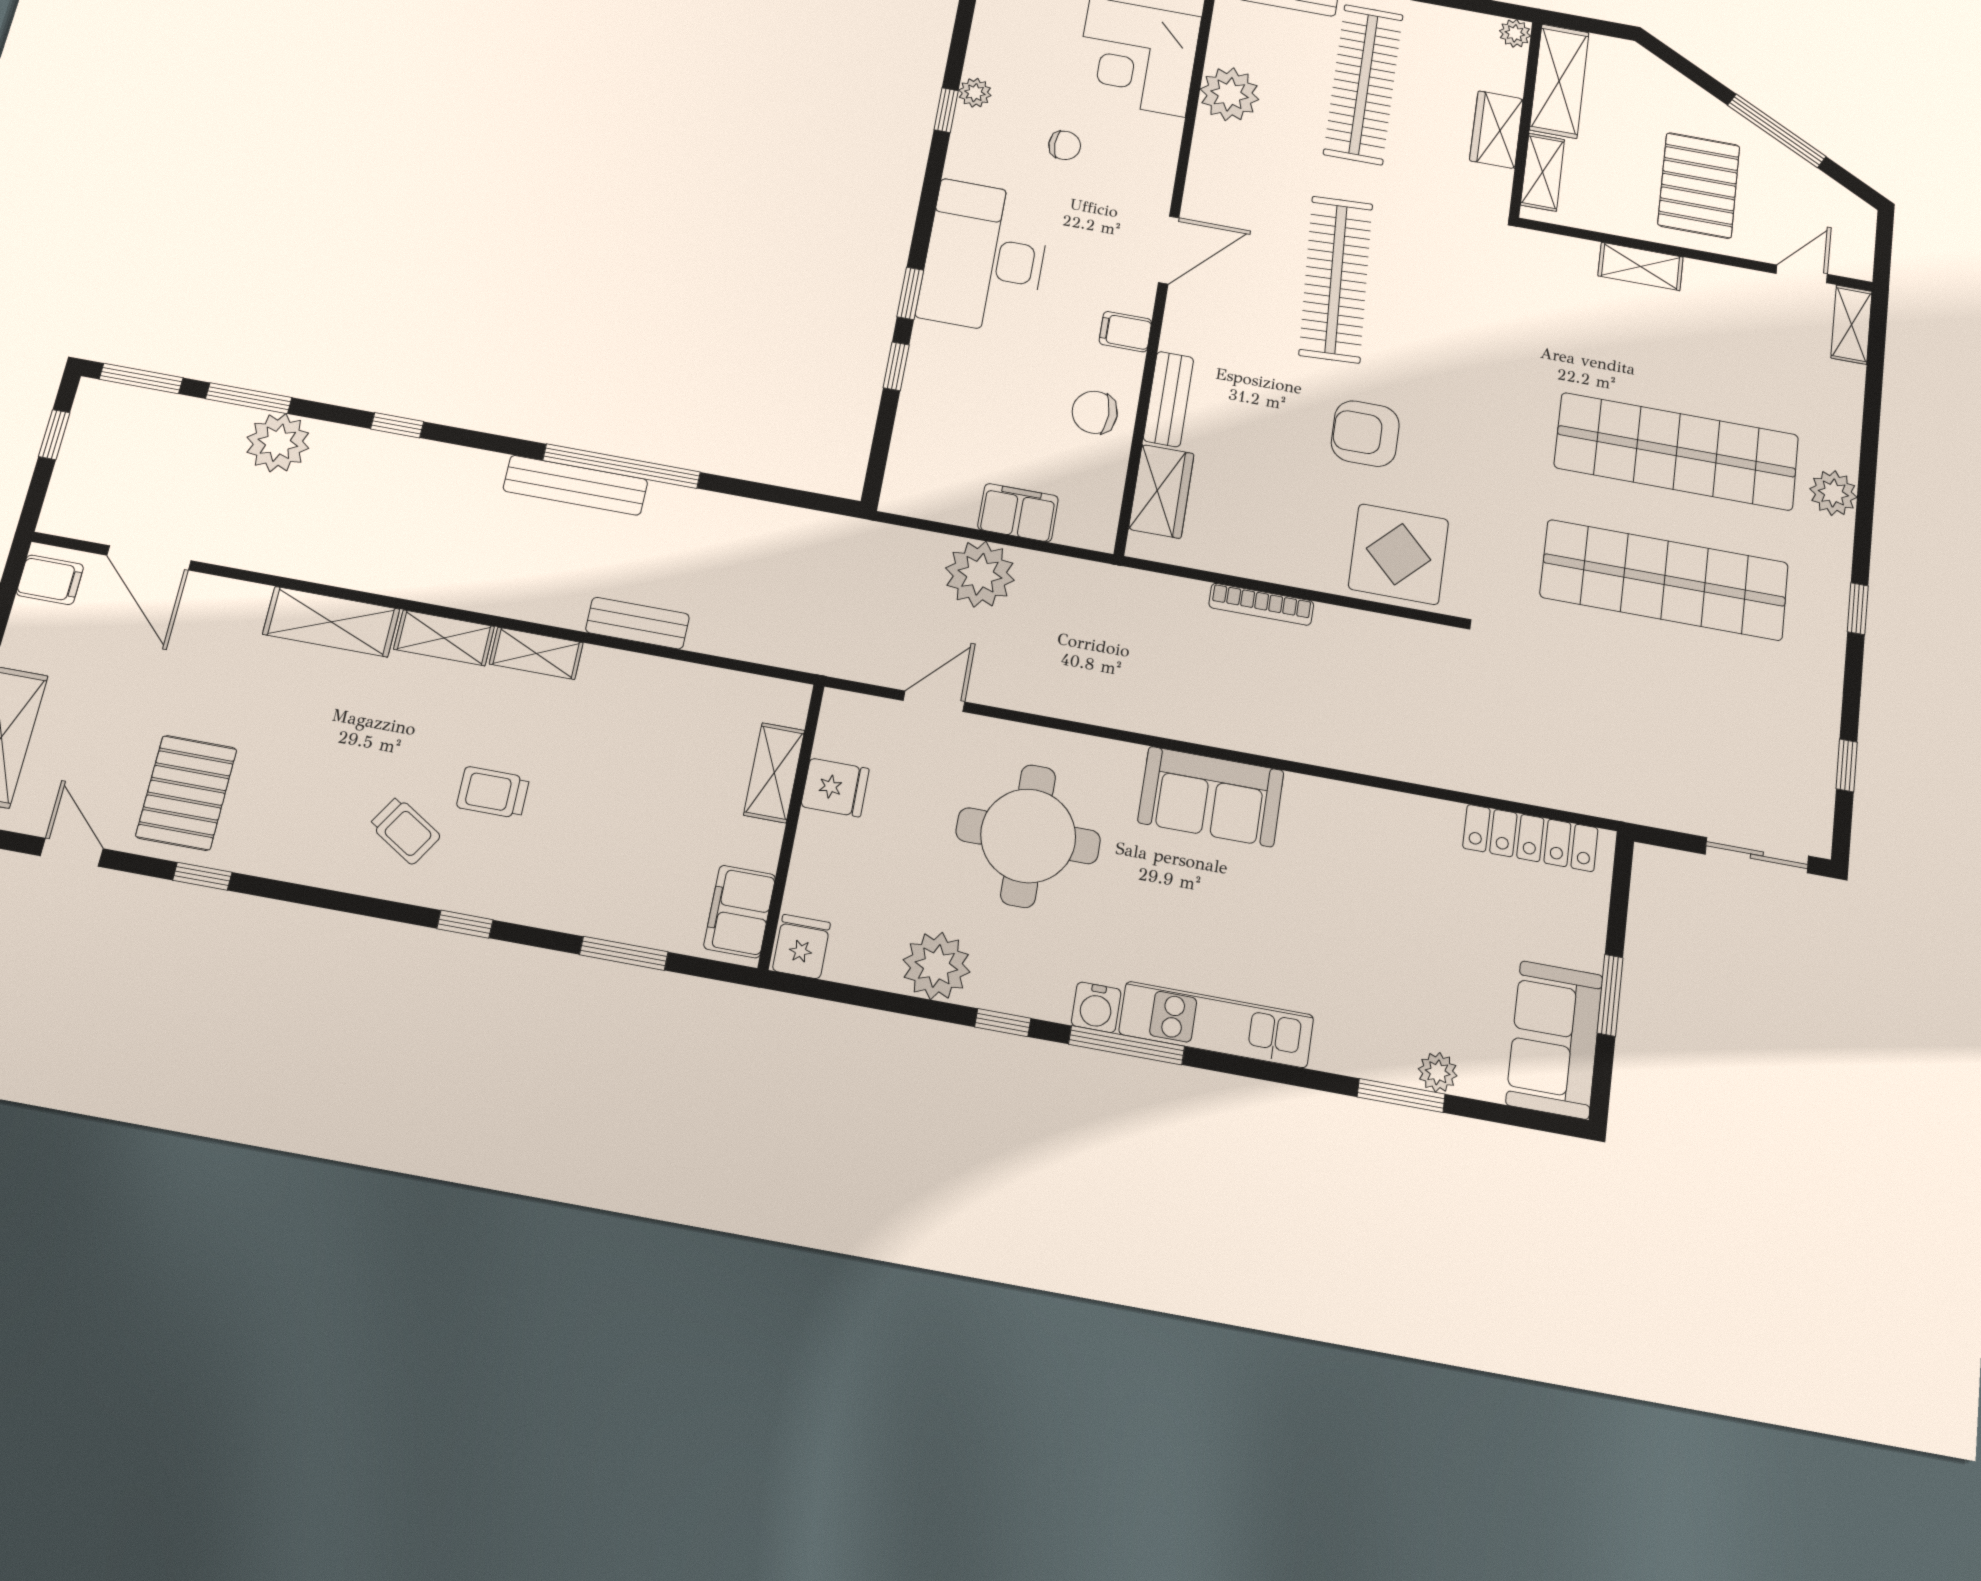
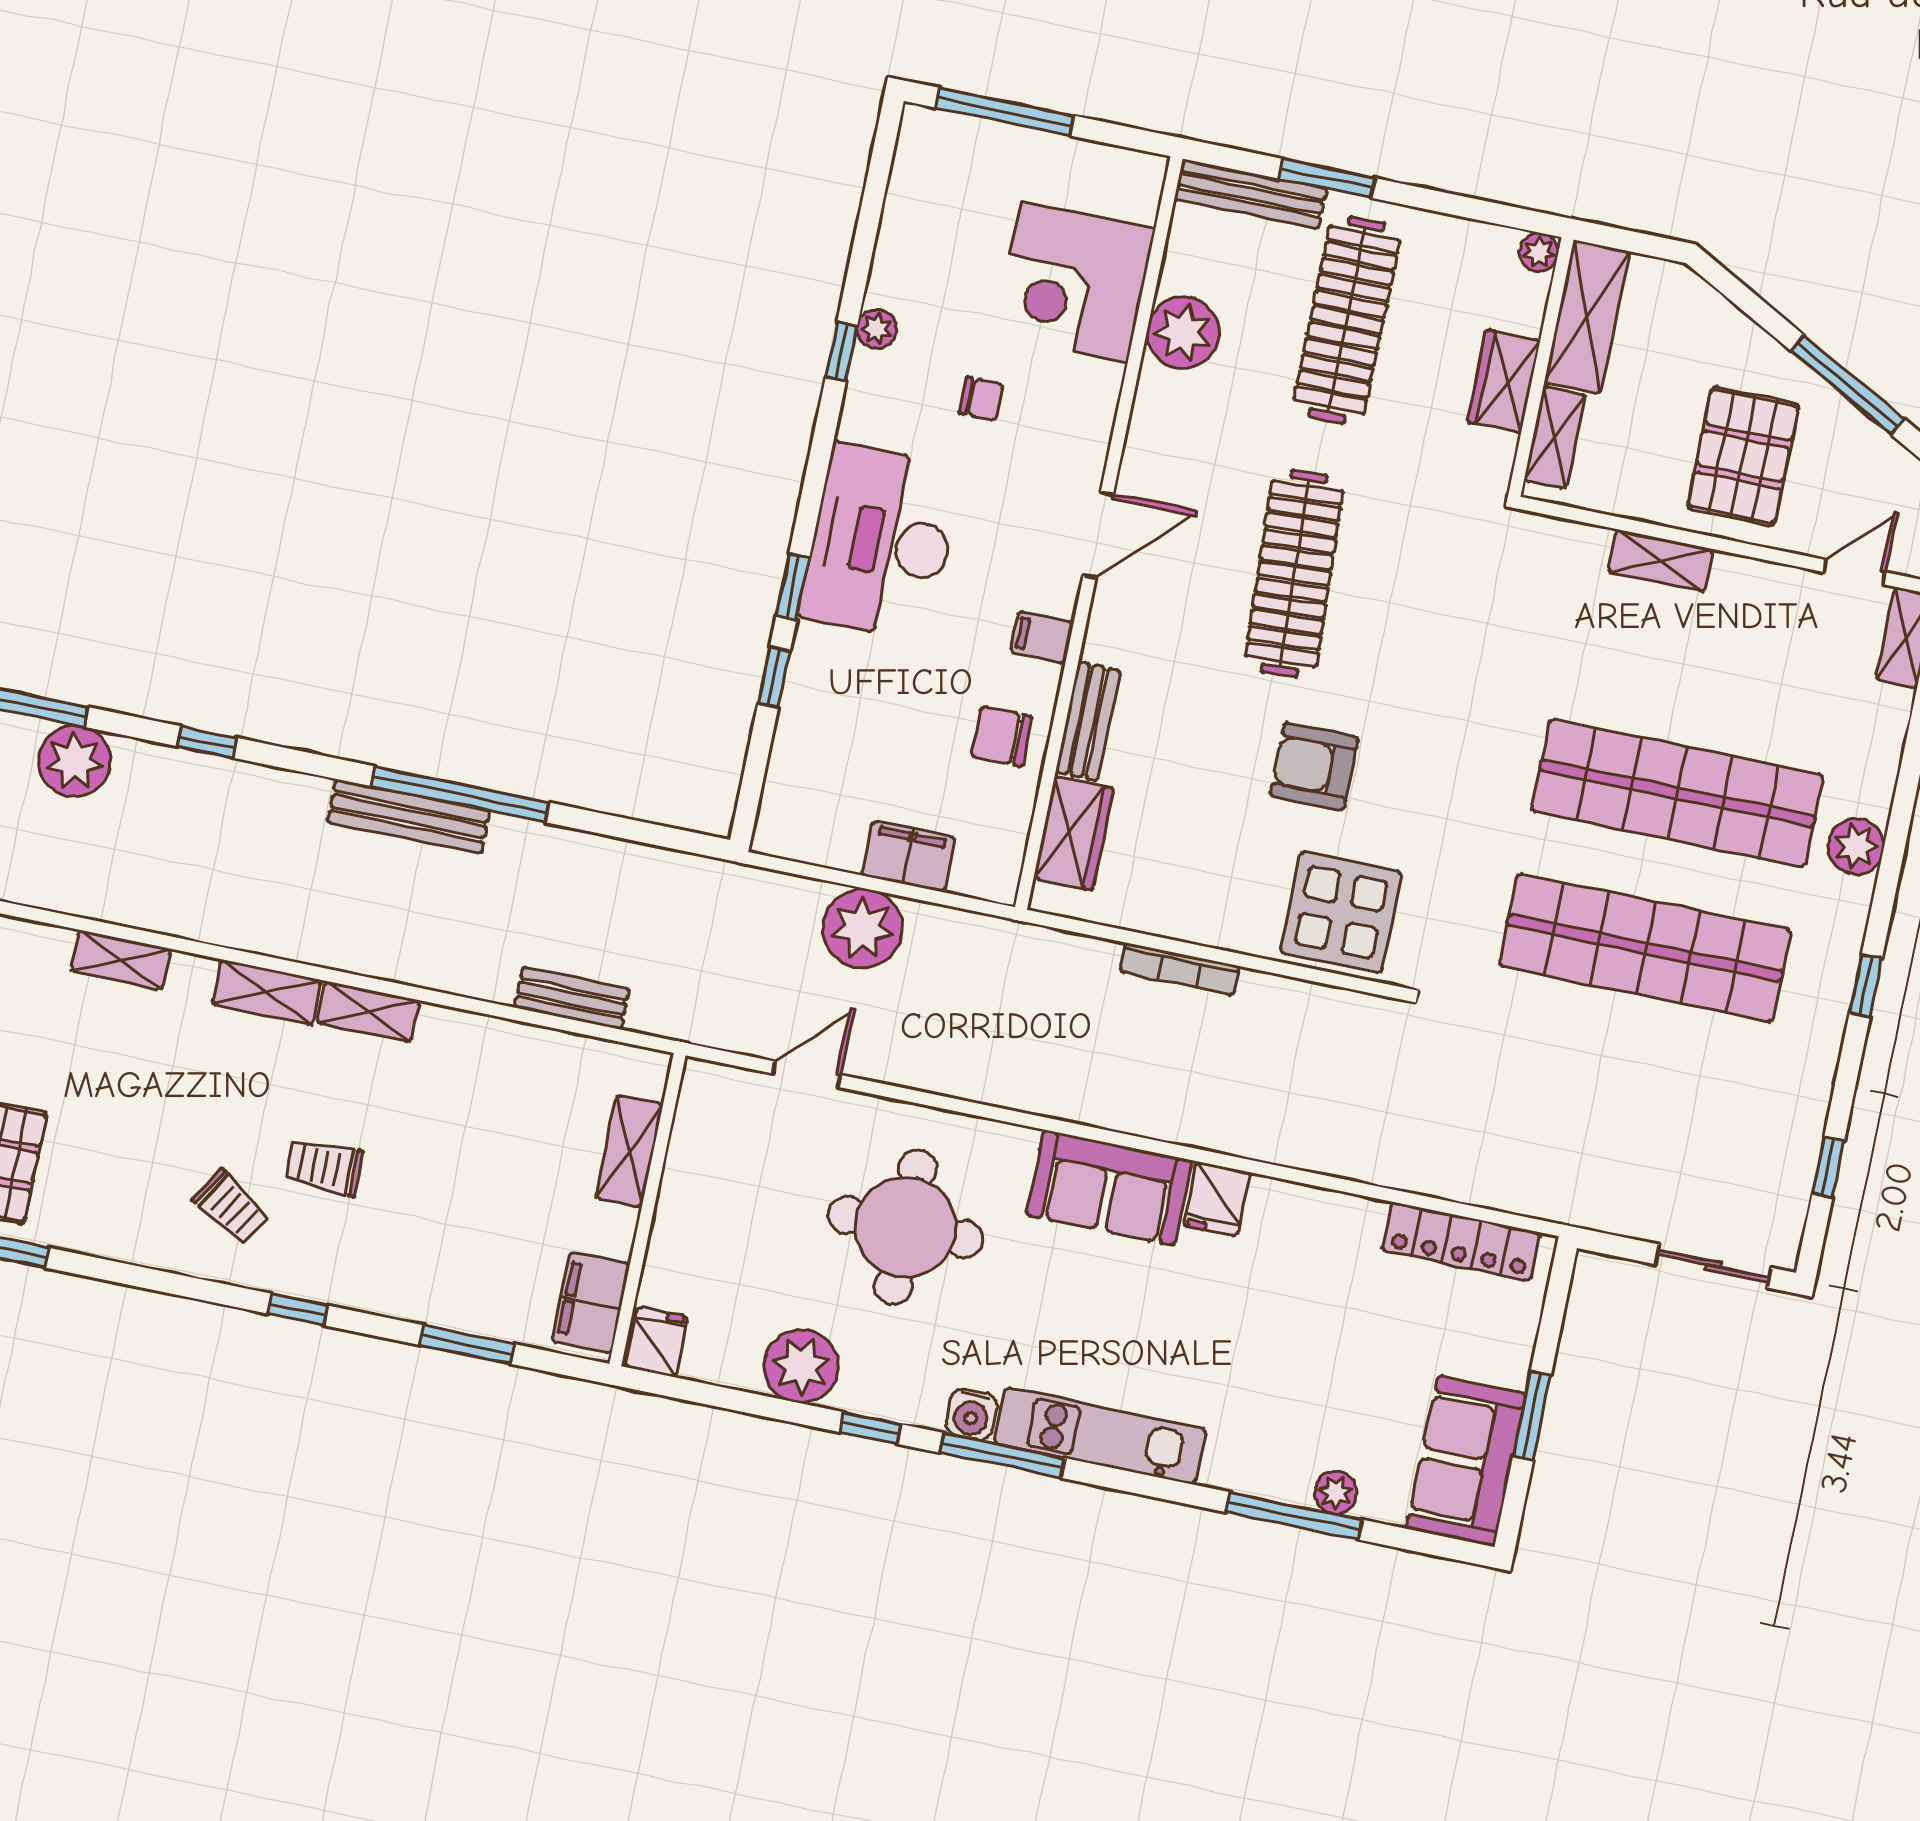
shelving: (331, 622) -> (121, 960), width x0.67, depth x0.75
bench: (638, 623) -> (572, 998), moved
fridge: (835, 787) -> (1217, 1199), moved, turned 90
window: (1401, 1095) -> (1294, 1516), width x1.44

